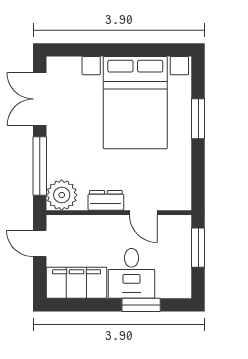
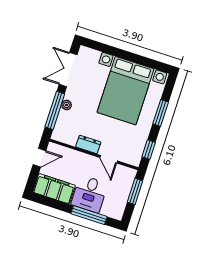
window: (198, 179) -> (149, 150), added
plant: (62, 195) -> (67, 105), moved, width x0.53, depth x0.53
door: (40, 244) -> (39, 158), swing flipped
window: (141, 305) -> (89, 215), width x1.44

